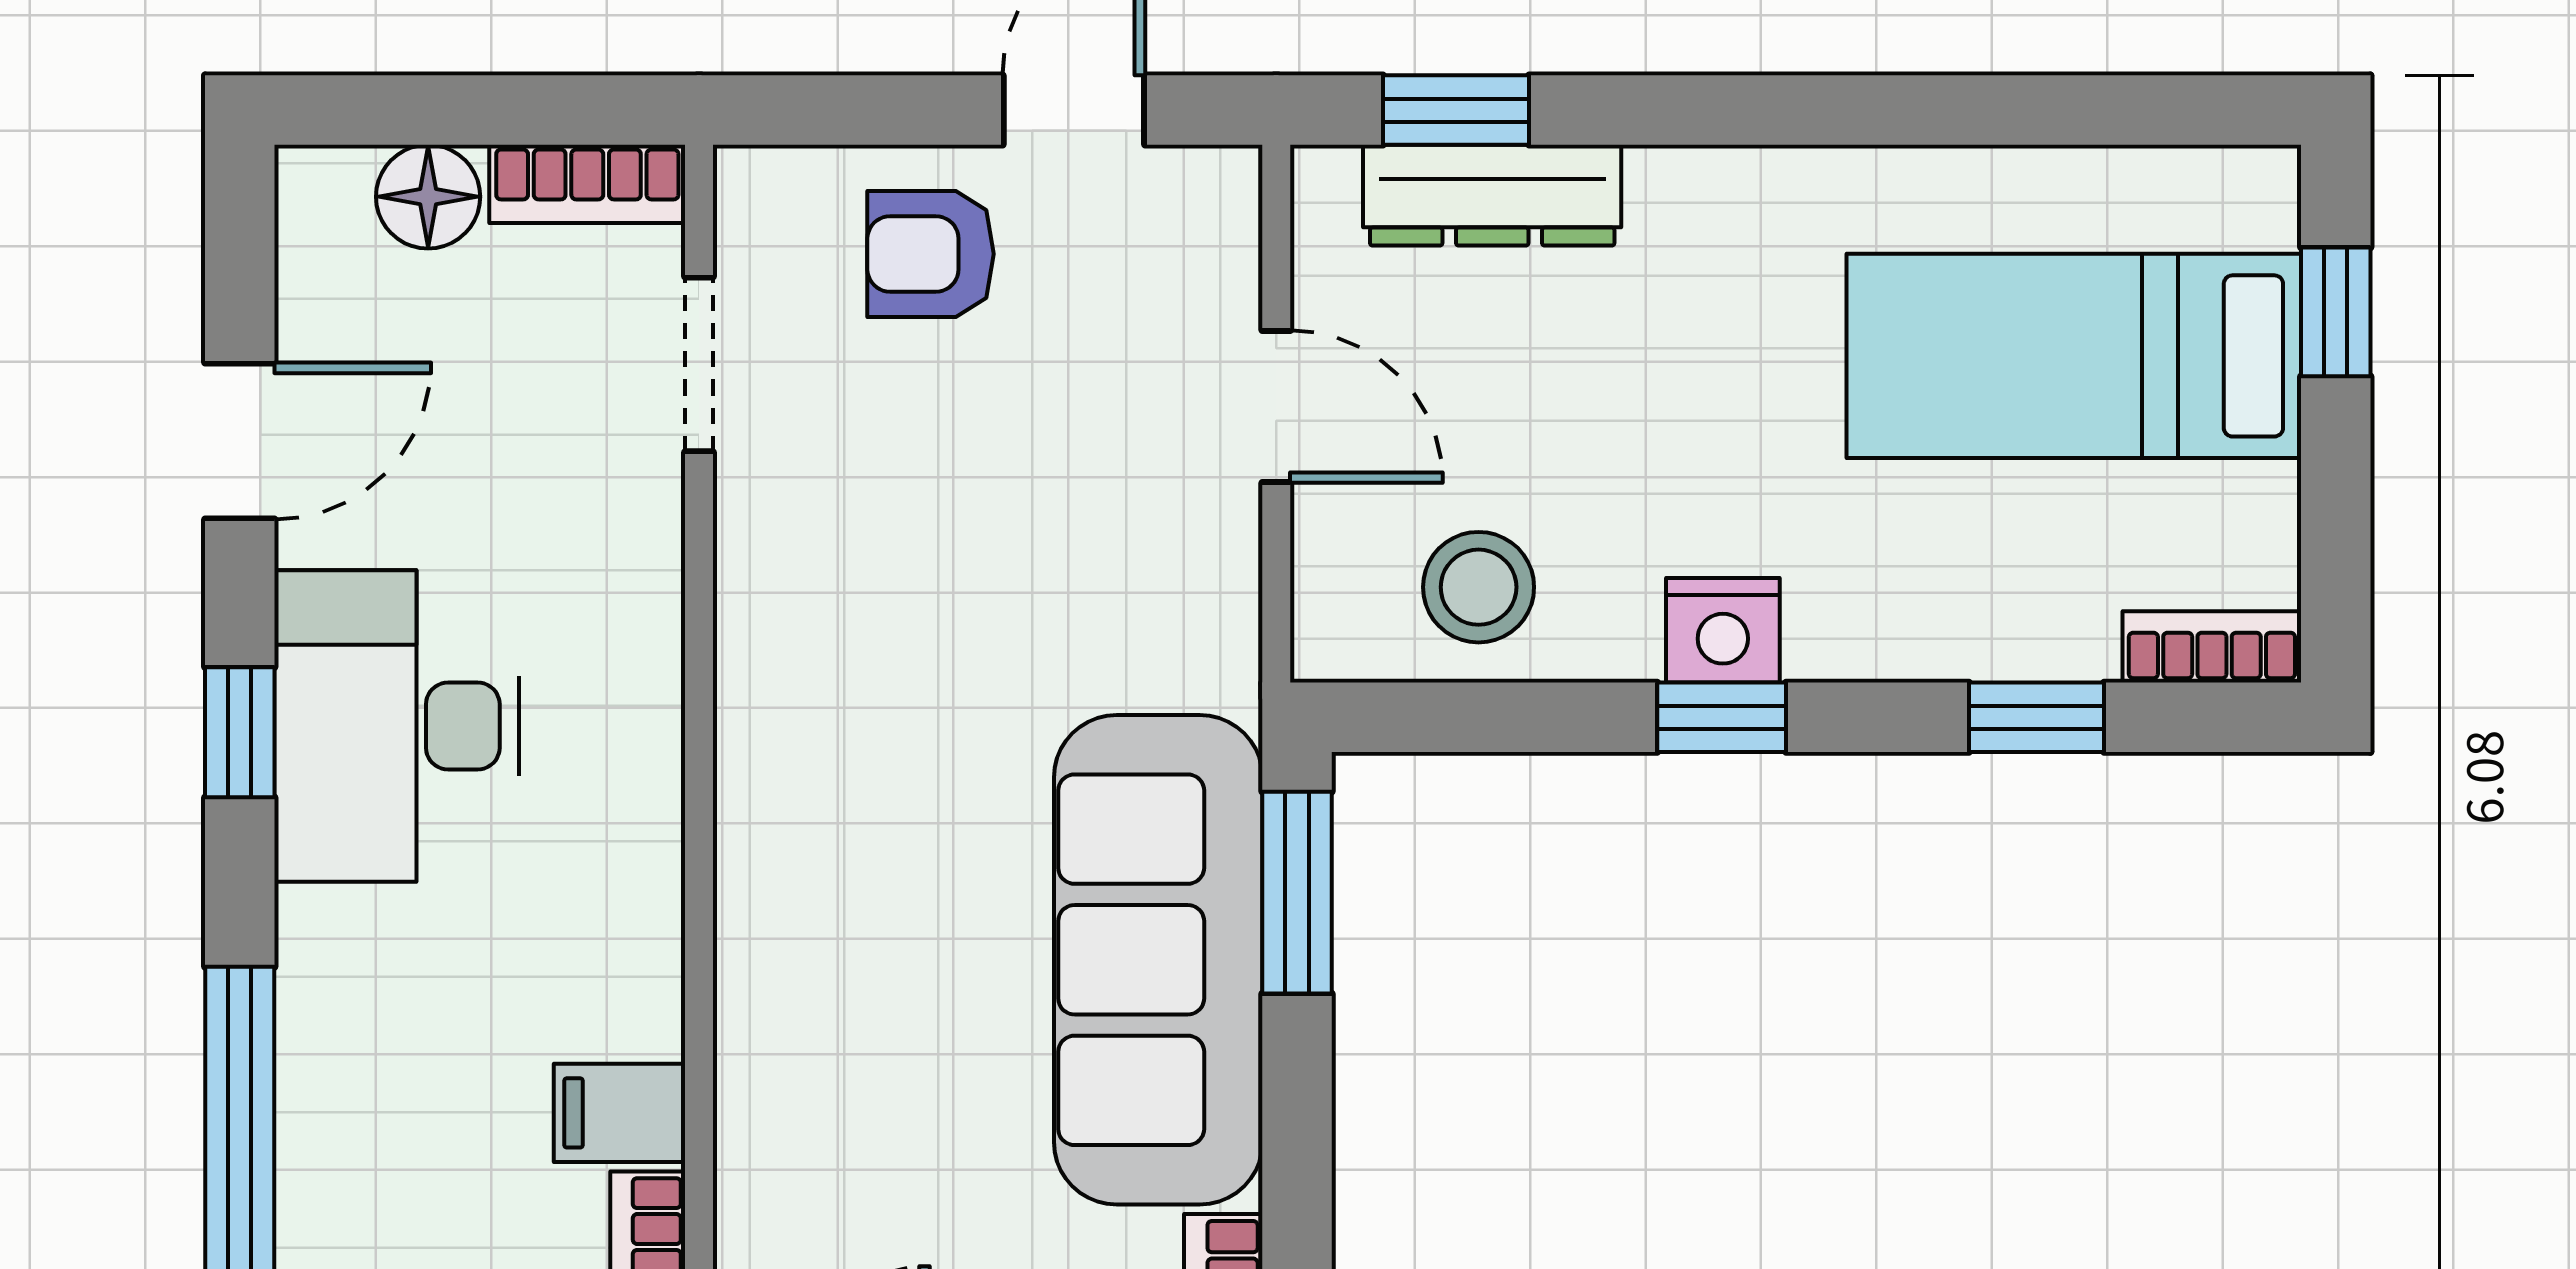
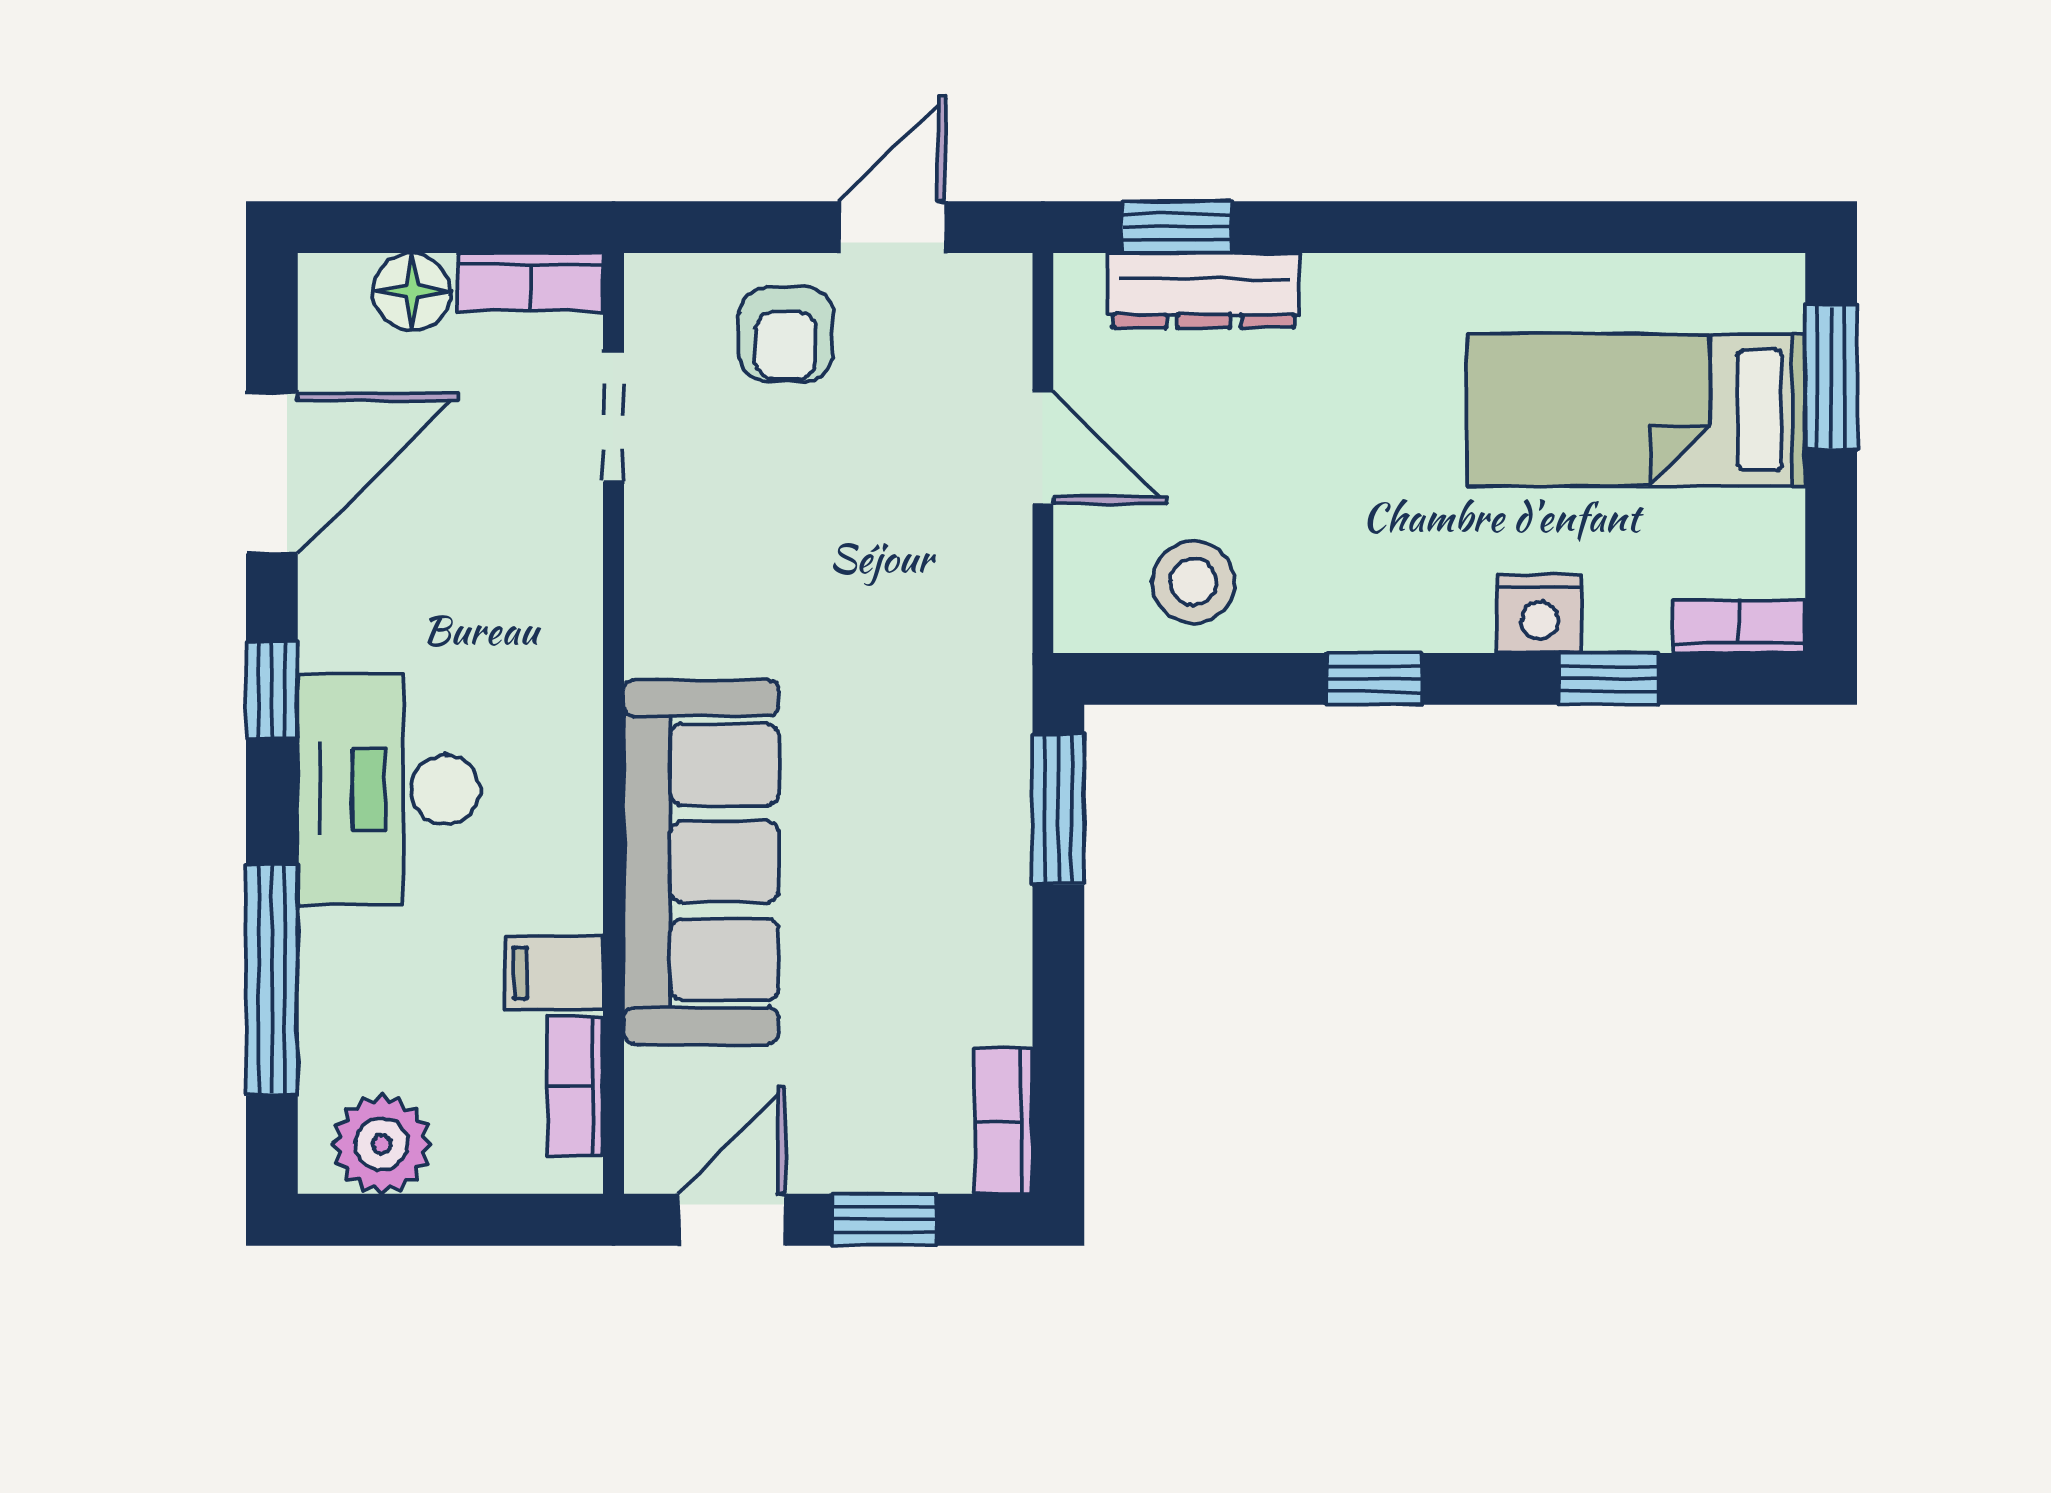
armchair: (931, 254) -> (786, 334), turned -90
window: (2336, 312) -> (1831, 377), width x1.50
door: (240, 441) -> (272, 473), width x1.38
nightstand: (1723, 630) -> (1540, 614), moved
desk: (397, 726) -> (389, 789), moved
sofa: (1158, 960) -> (701, 862), moved, turned 180

